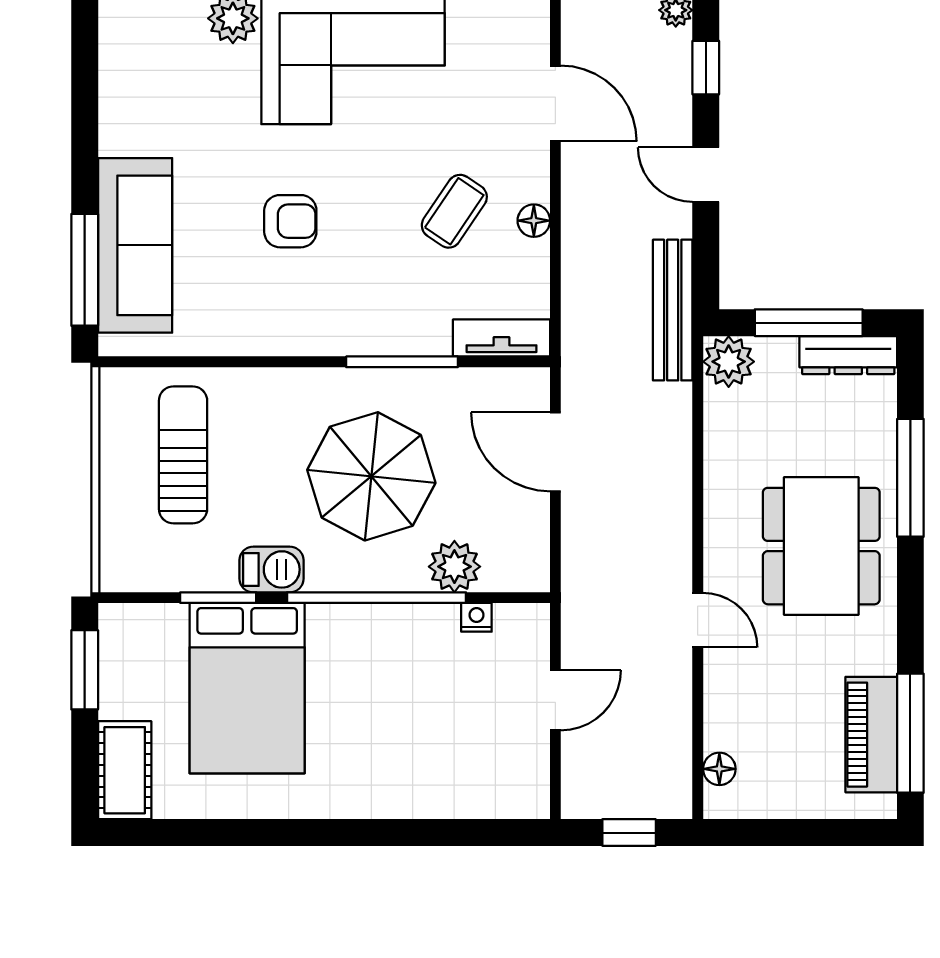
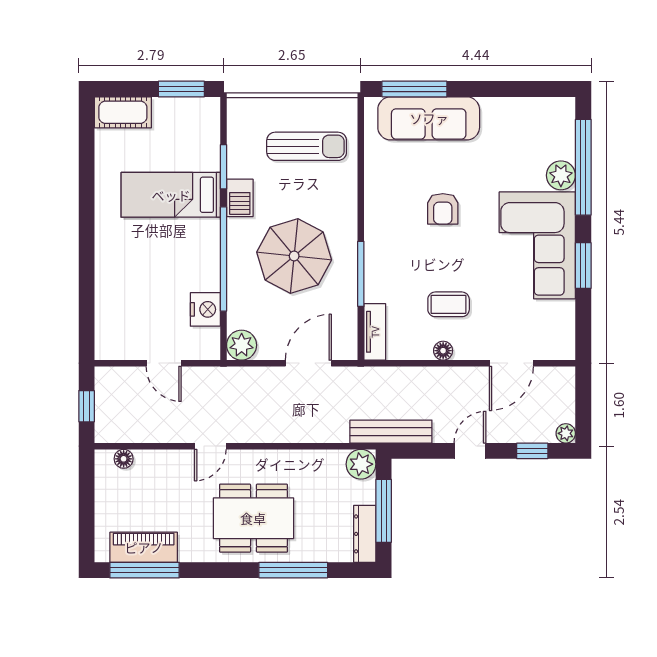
coffee table: (454, 211) -> (449, 304), turned -34
plant: (454, 567) -> (242, 345), moved
nightstand: (476, 617) -> (205, 309), width x1.89, depth x1.79
bed: (247, 688) -> (171, 195), width x0.67

